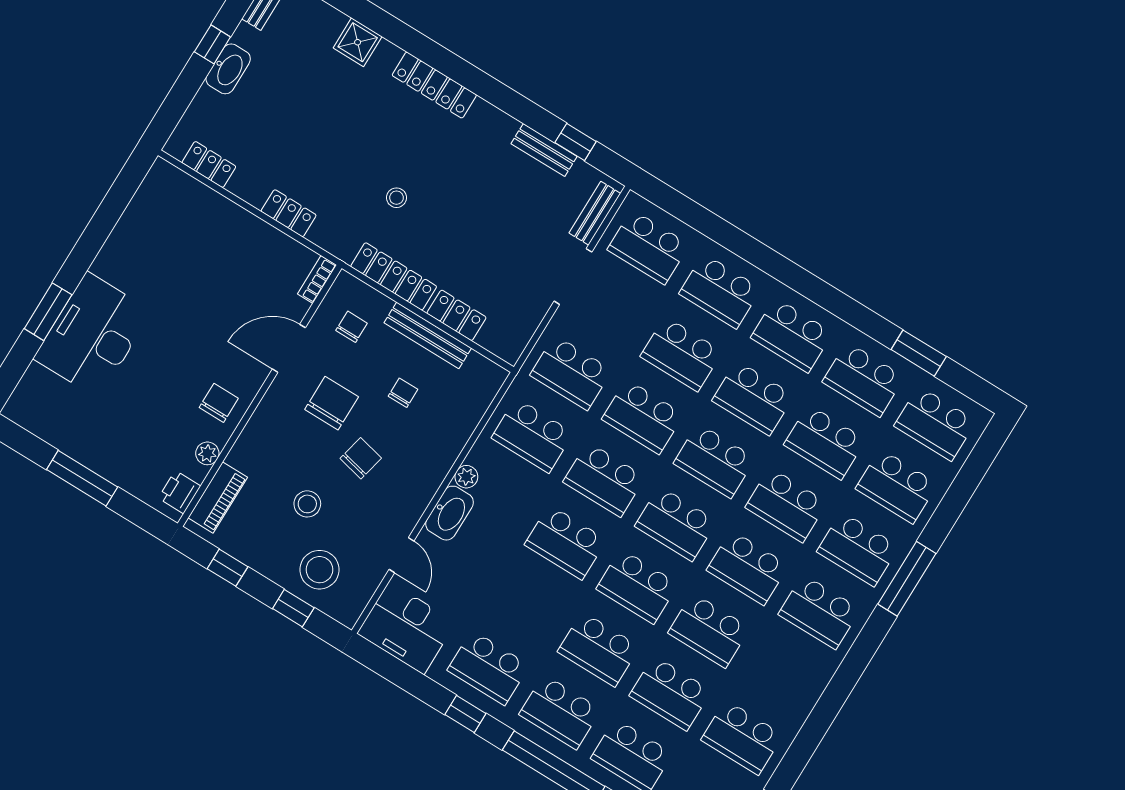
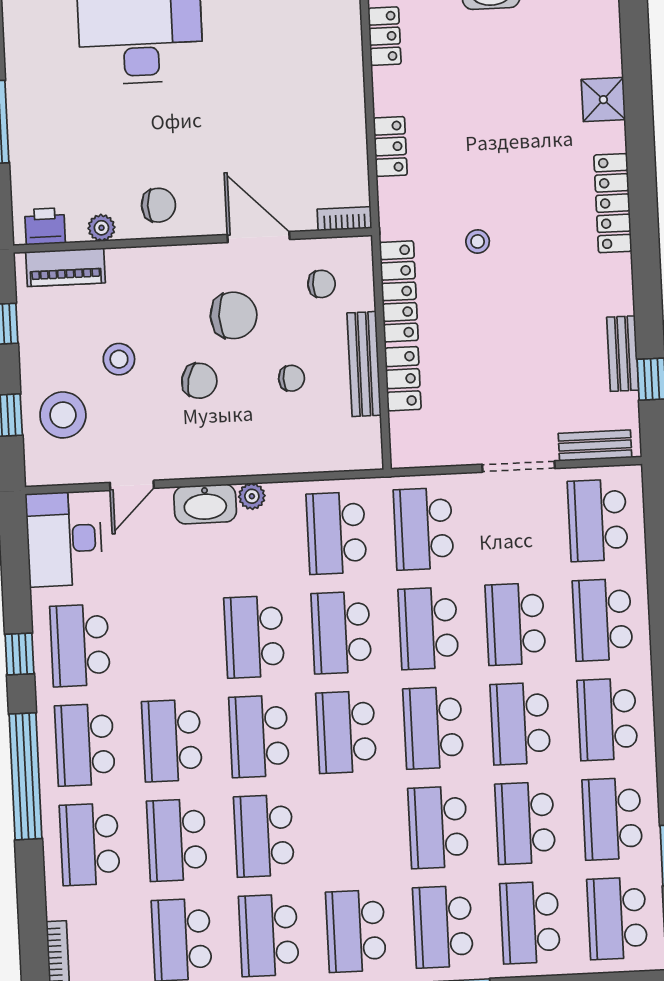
school desk: (748, 568) -> (269, 935), moved

